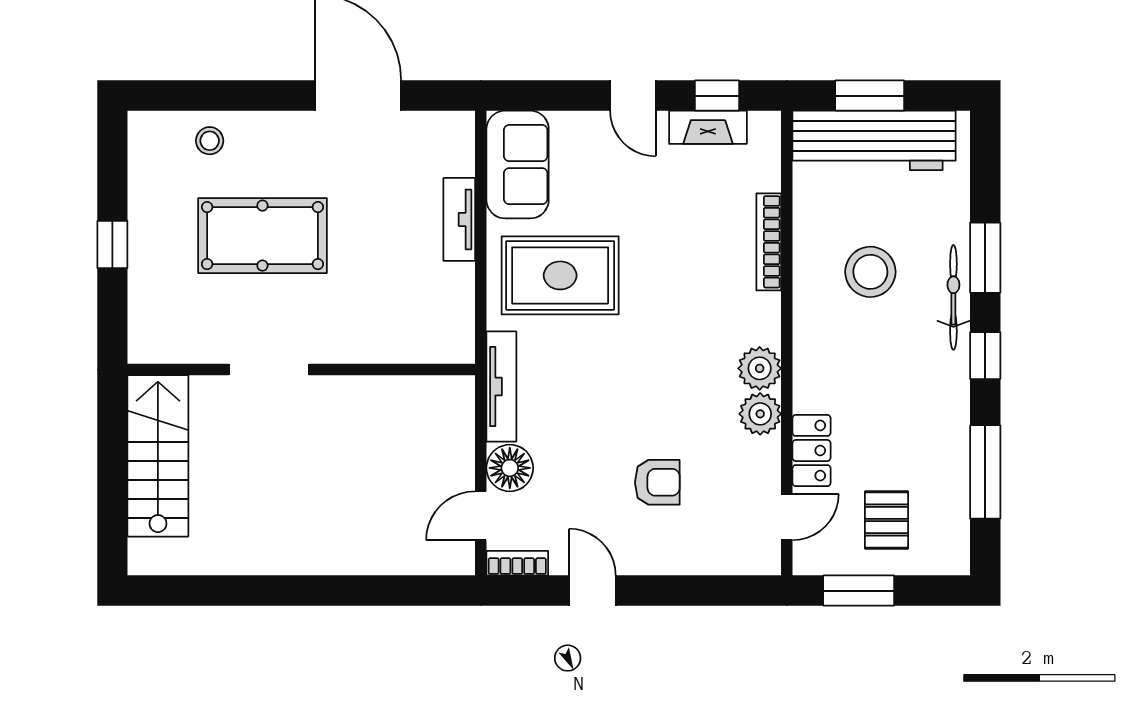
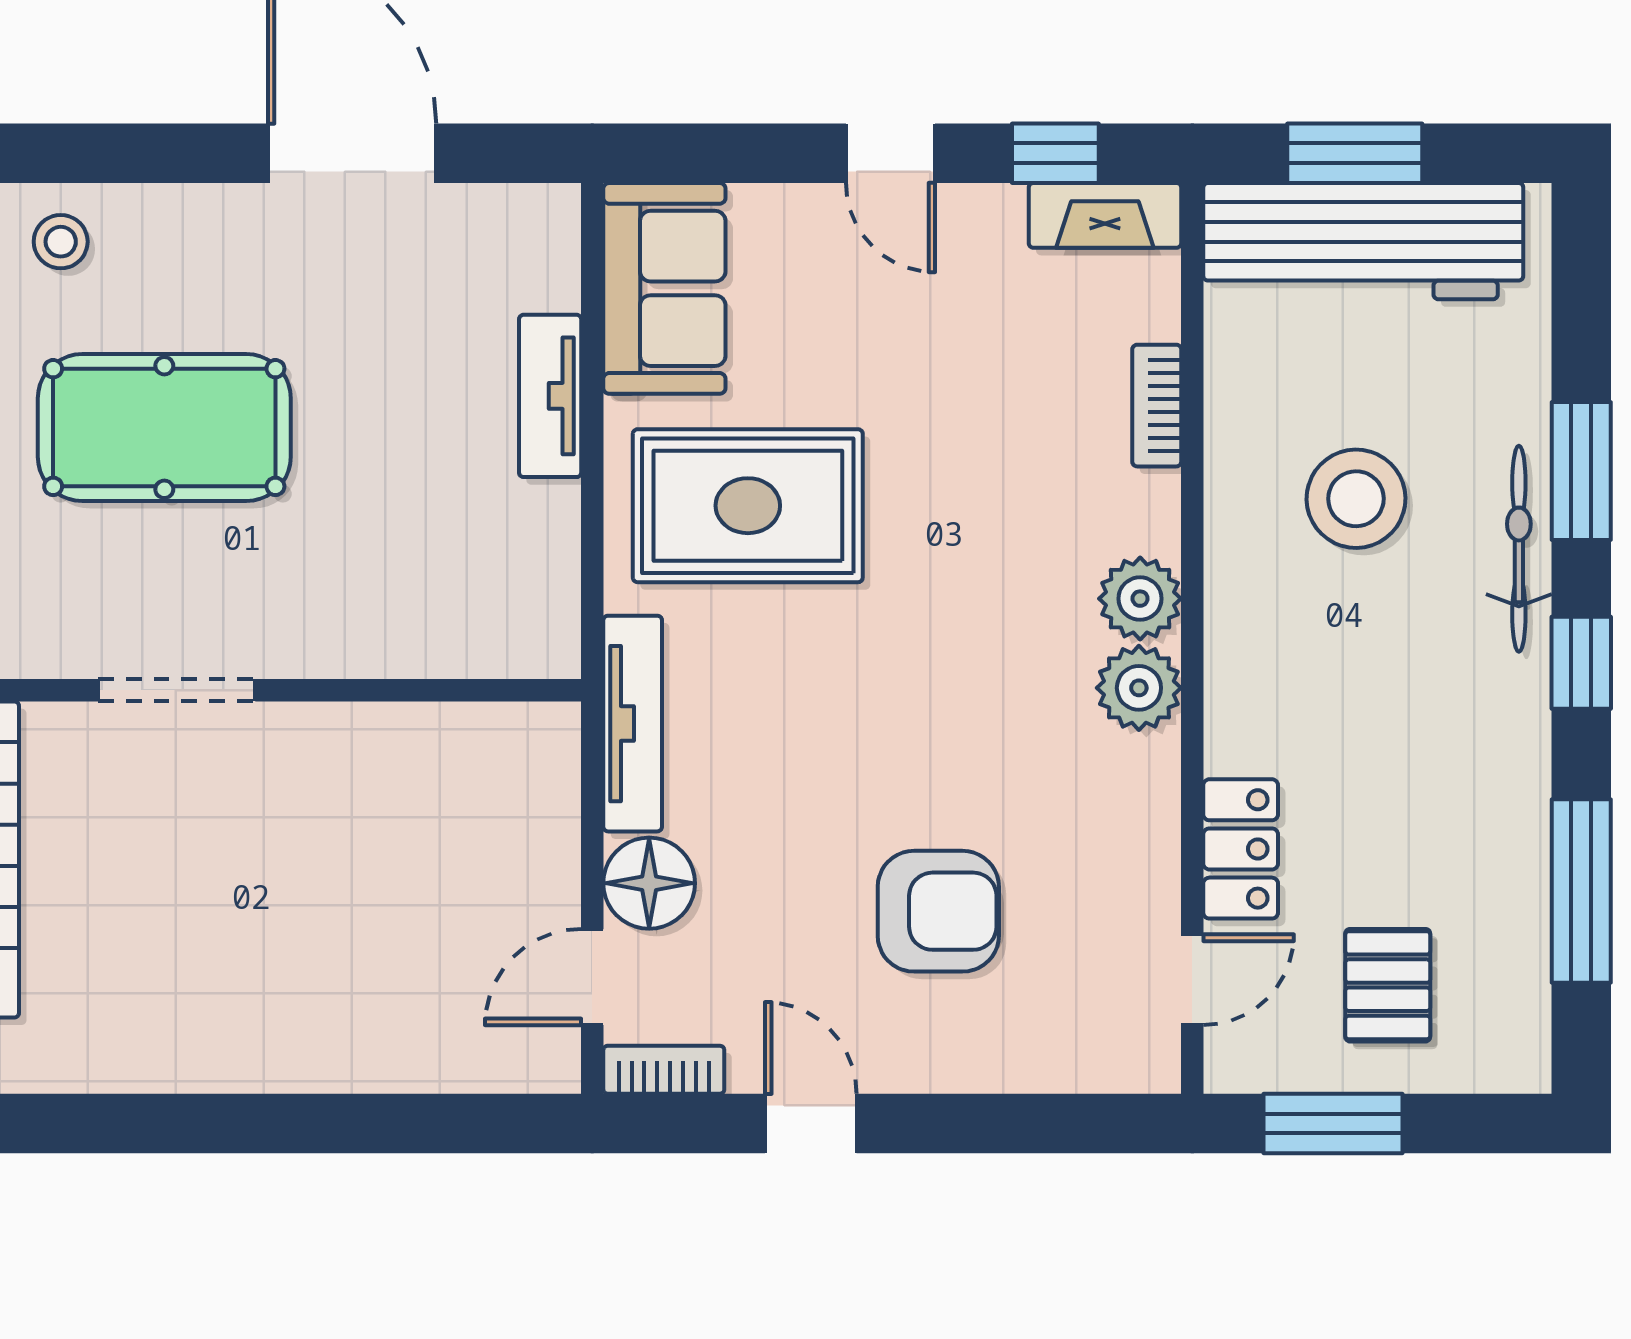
fireplace: (708, 127) -> (1105, 215), moved
bookcase: (769, 242) -> (1157, 406), width x0.64
plant: (760, 414) -> (1140, 599), moved
armchair: (657, 482) -> (938, 911), width x1.38, depth x1.38

